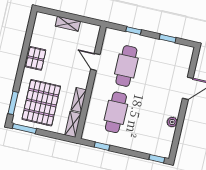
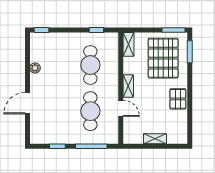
window: (134, 31) -> (91, 146), width x2.17
shelving: (79, 100) -> (128, 86), moved

